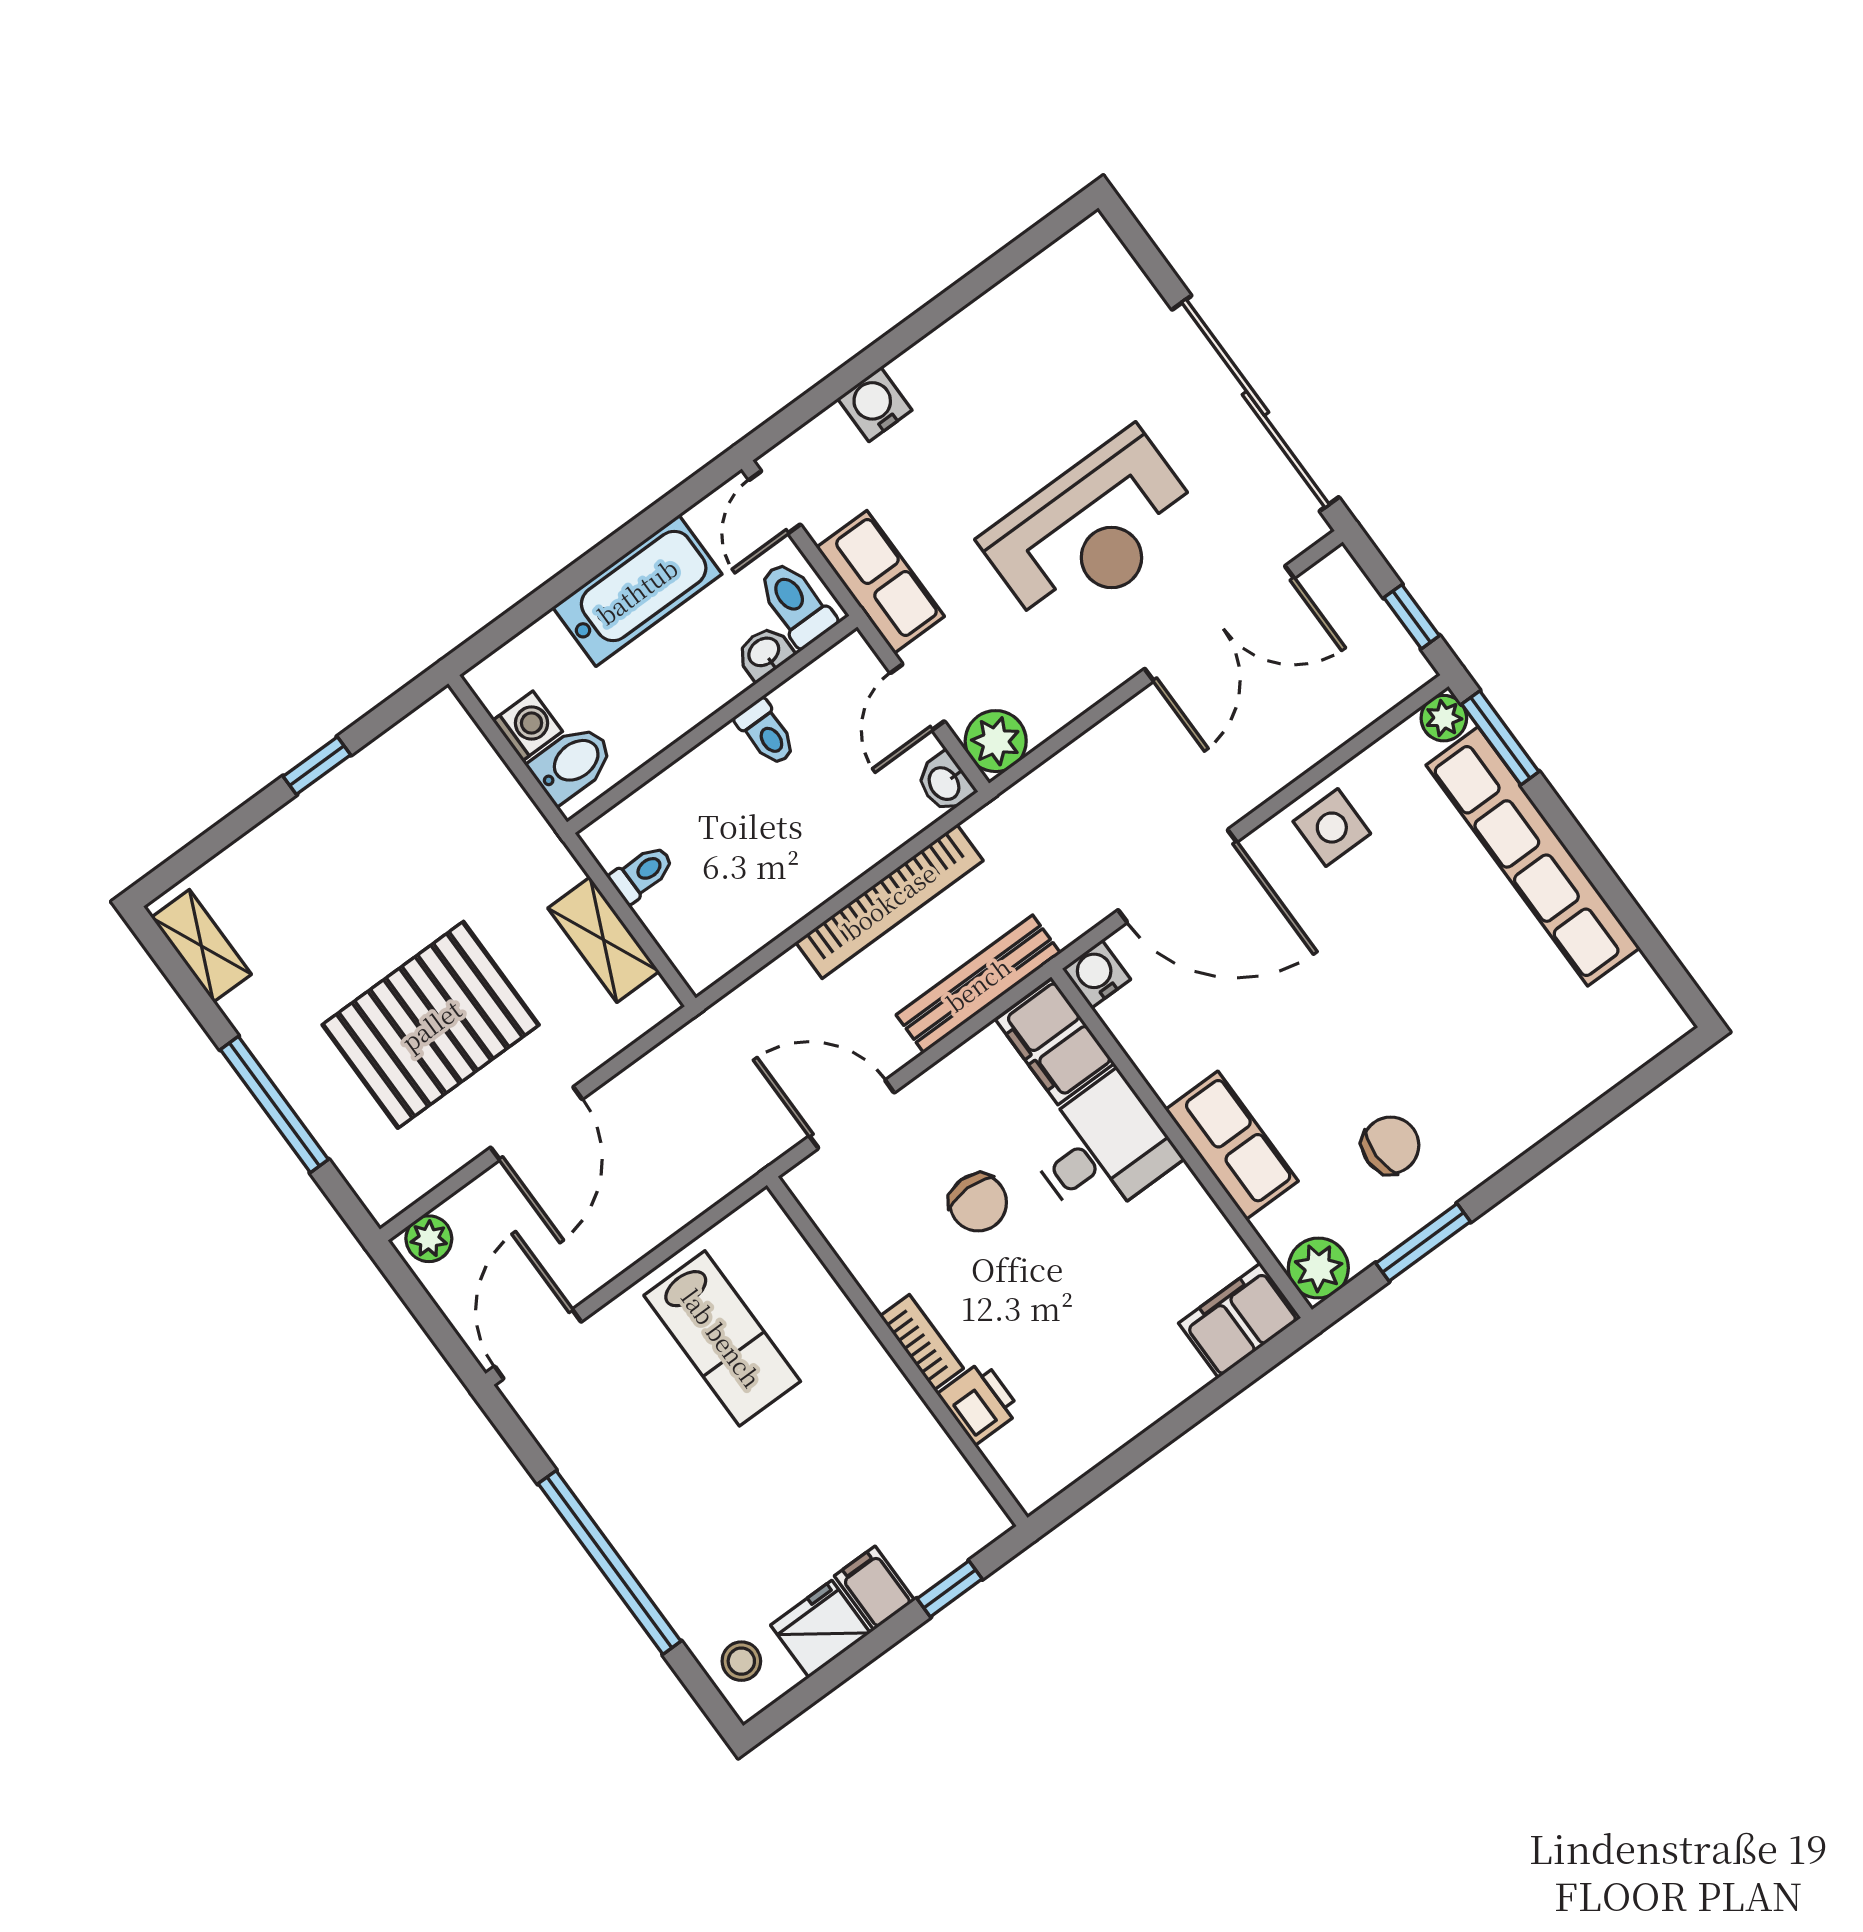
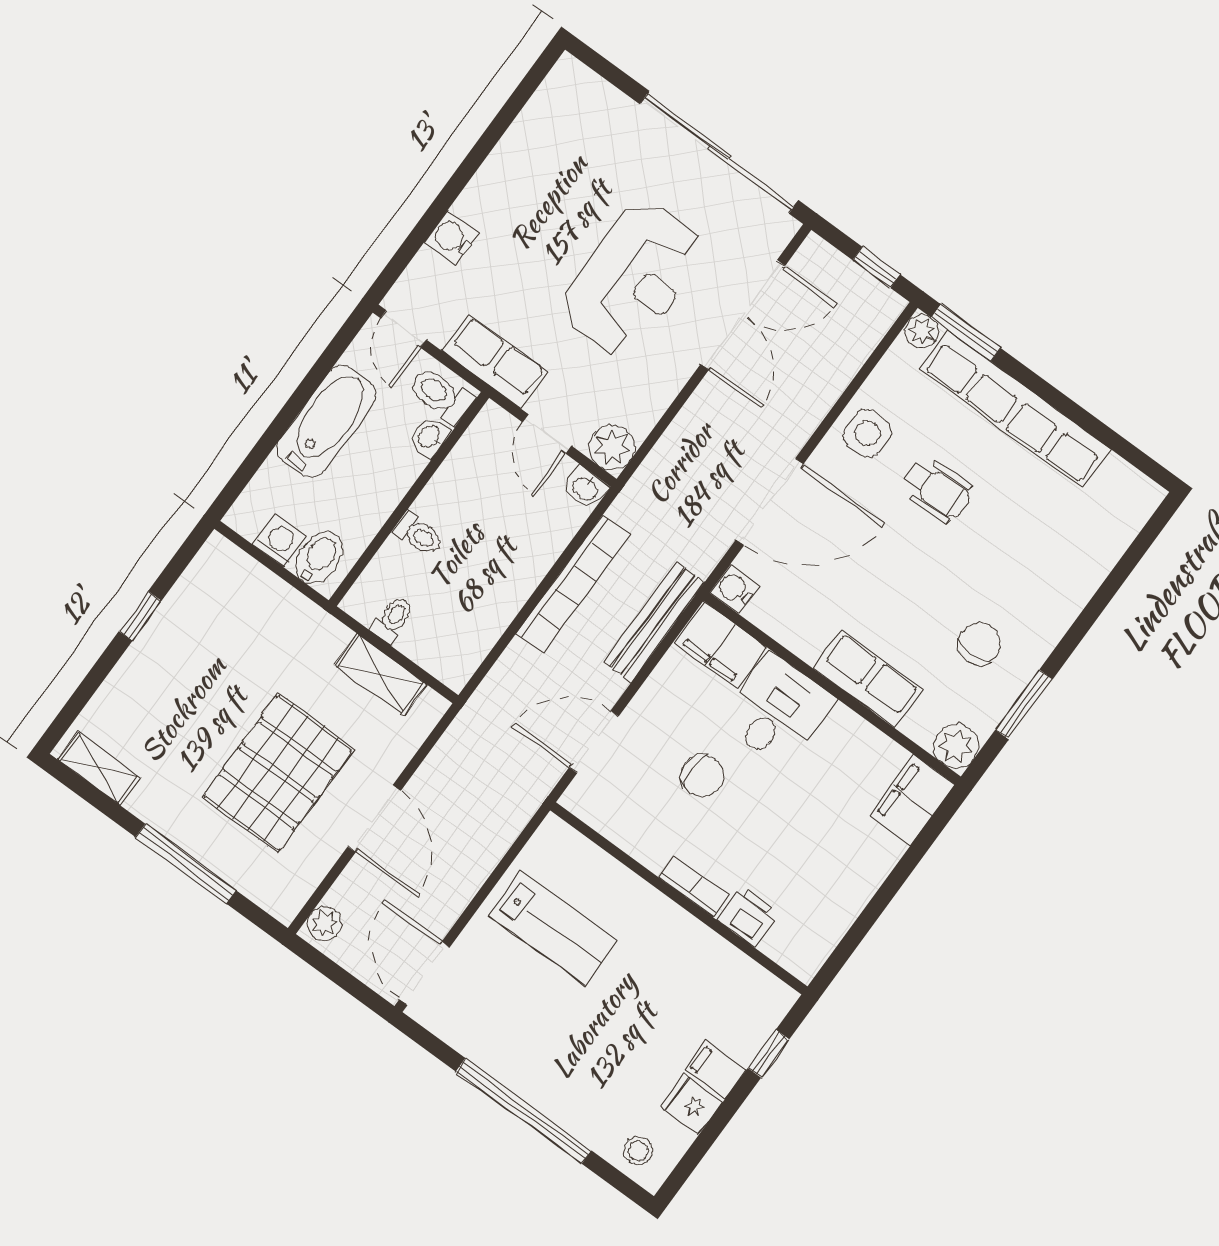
toilet: (766, 733) -> (418, 534), moved
wheelchair: (1399, 929) -> (937, 490), added
fridge: (820, 1629) -> (691, 1104), width x0.72

